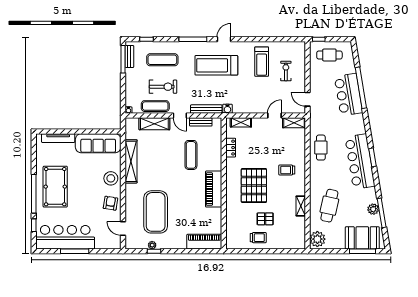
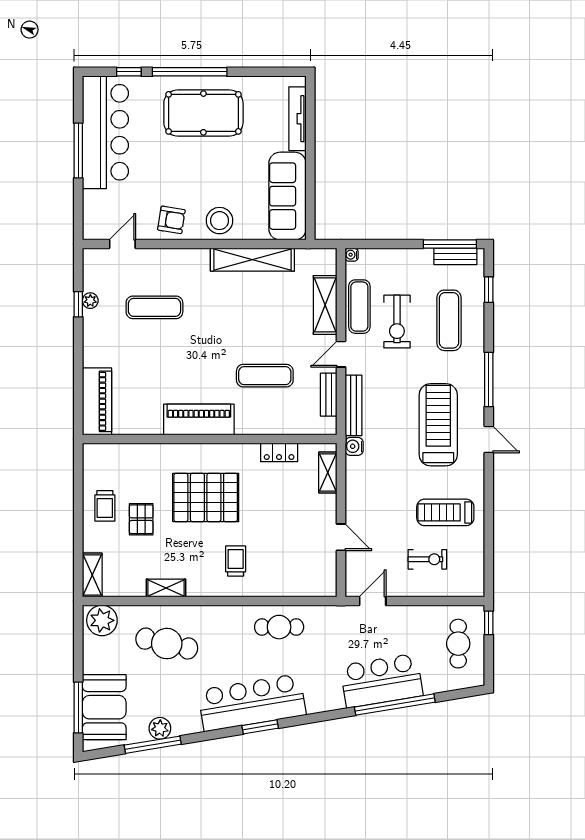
shelving: (294, 123) -> (92, 575), moved
exercise mat: (156, 212) -> (154, 307), width x0.50, depth x0.69

